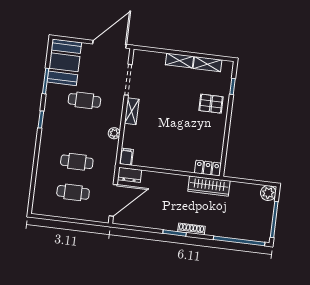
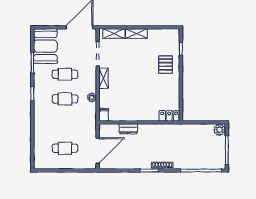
shelving: (208, 64) -> (114, 34), moved
pallet: (211, 104) -> (166, 64), turned 90
cafe table: (77, 162) -> (65, 99), moved
dresser: (130, 175) -> (128, 129), moved
wardrobe: (209, 186) -> (172, 130), removed

